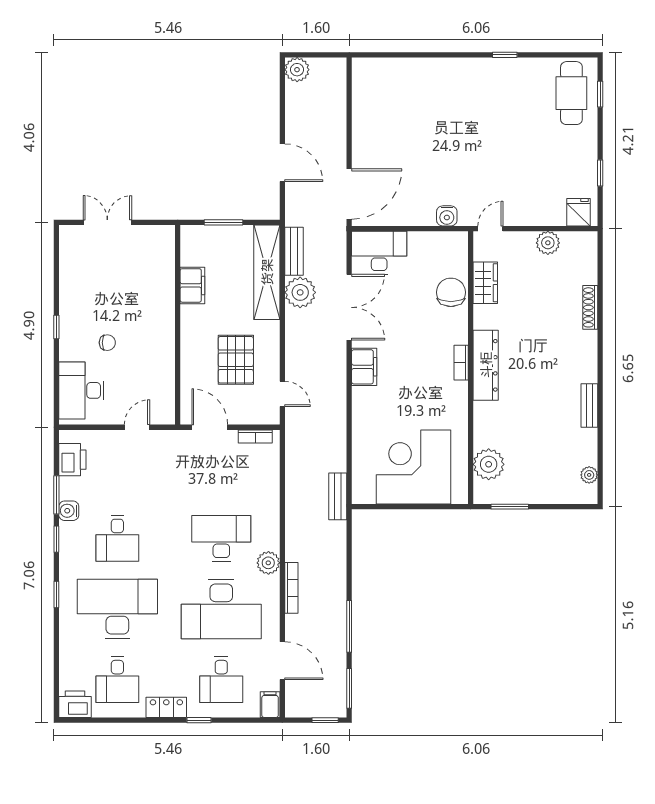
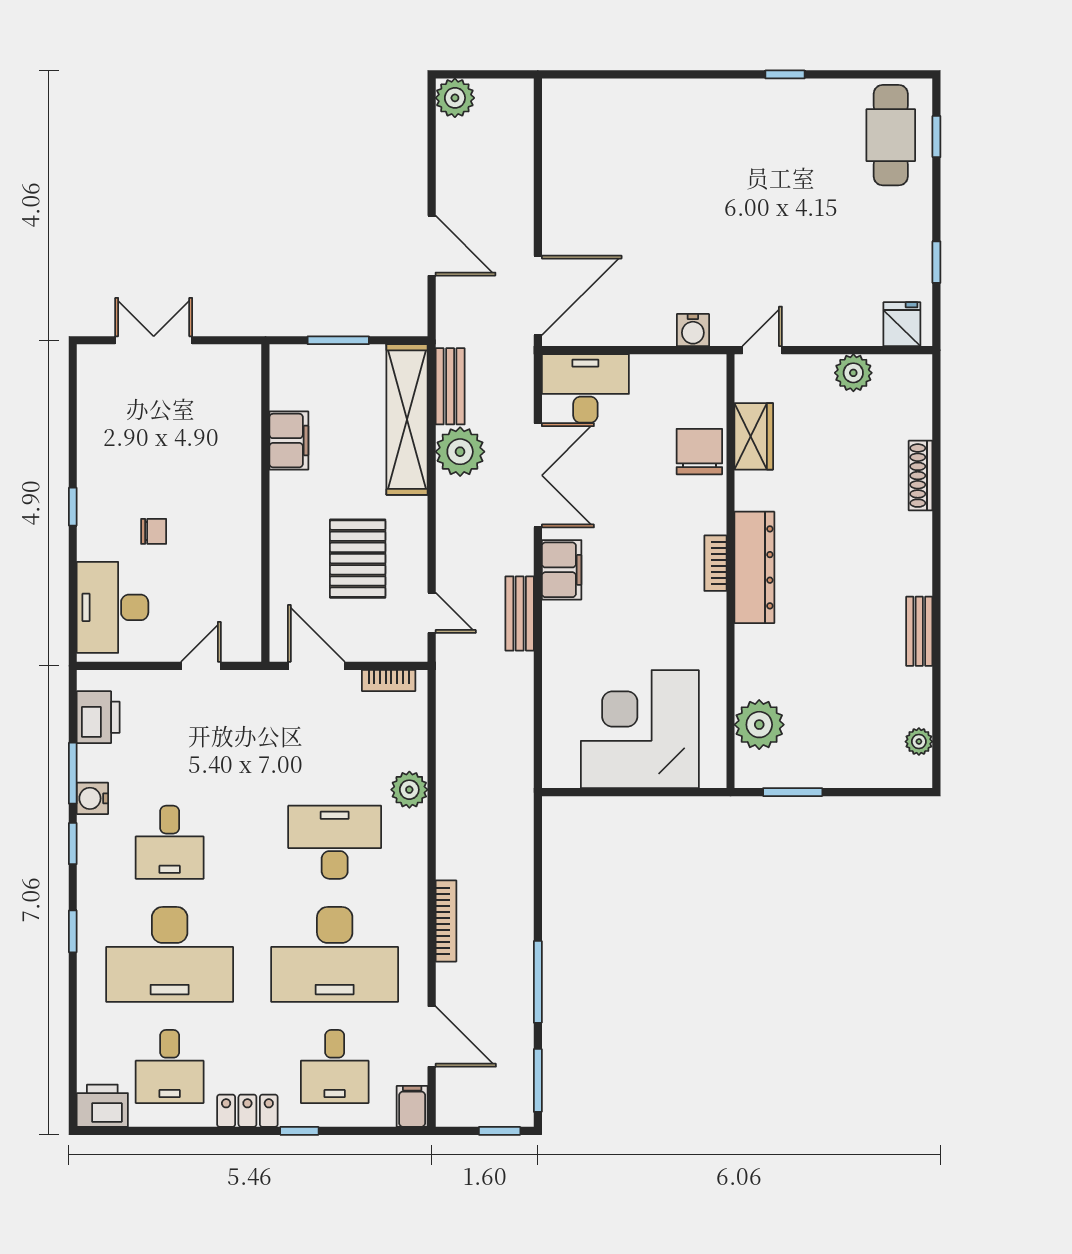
bench: (338, 496) -> (520, 613), moved
plant: (268, 563) -> (409, 790), moved
desk: (117, 609) -> (170, 954), turned 180

